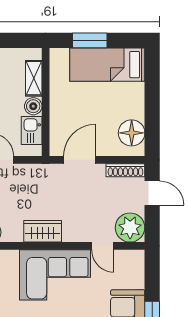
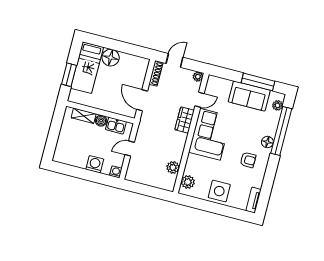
floor lamp: (132, 133) -> (111, 58), moved
plant: (130, 228) -> (198, 77), width x0.53, depth x0.53
wardrobe: (43, 231) -> (185, 120), moved

